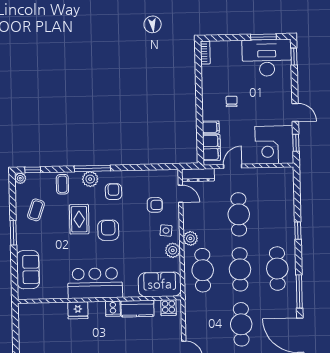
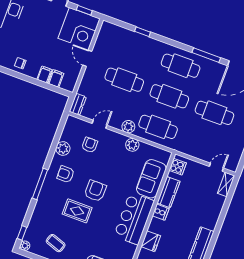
chair: (232, 101) -> (20, 63), moved
filing cabinet: (212, 148) -> (56, 78), width x0.50
door: (233, 166) -> (87, 58), moved
dresser: (198, 175) -> (78, 104), width x0.70
plant: (90, 179) -> (63, 148), moved
coffee table: (62, 184) -> (43, 213), removed
door: (181, 194) -> (99, 124), moved
armchair: (108, 230) -> (95, 191), turned 90
side table: (166, 231) -> (114, 144), removed
window: (298, 231) -> (143, 32), moved
sofa: (160, 284) -> (151, 179), moved

